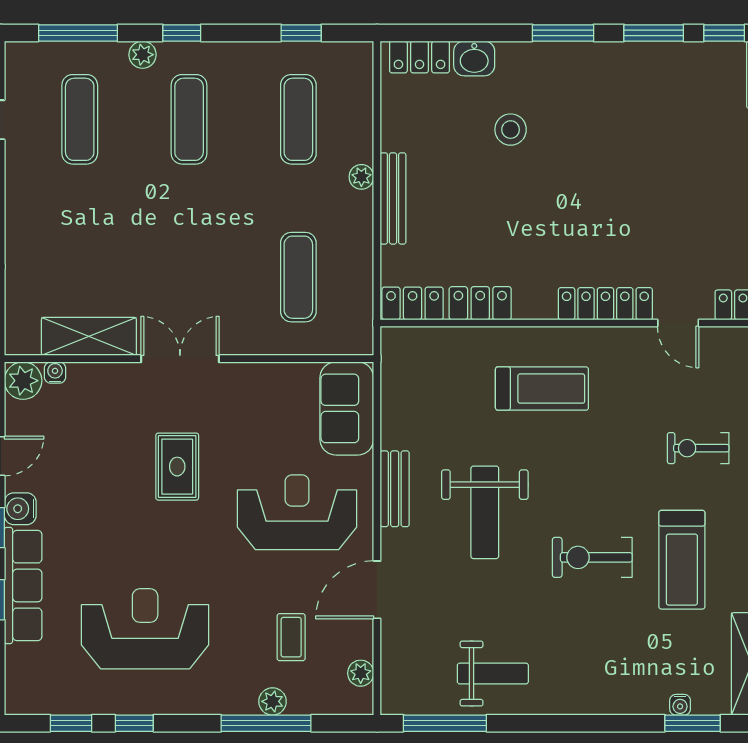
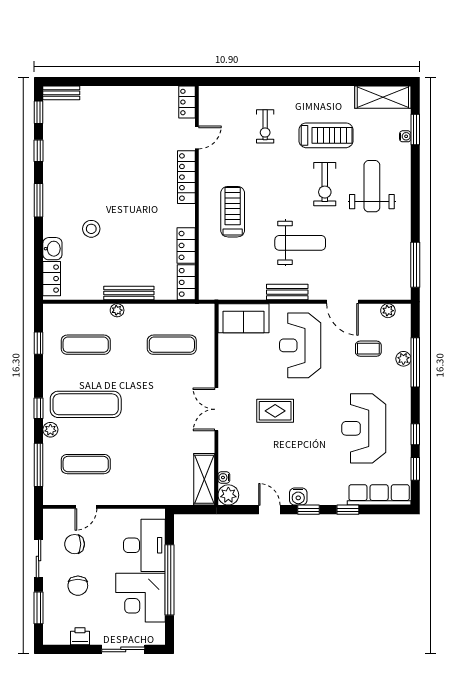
window: (654, 33) -> (39, 151), width x0.67
exercise mat: (189, 119) -> (86, 404), width x1.36, depth x1.45
shelving: (89, 336) -> (204, 479), moved
row of seats: (23, 585) -> (379, 495), moved
weight bench: (493, 674) -> (372, 186), moved, width x1.36, depth x1.33

